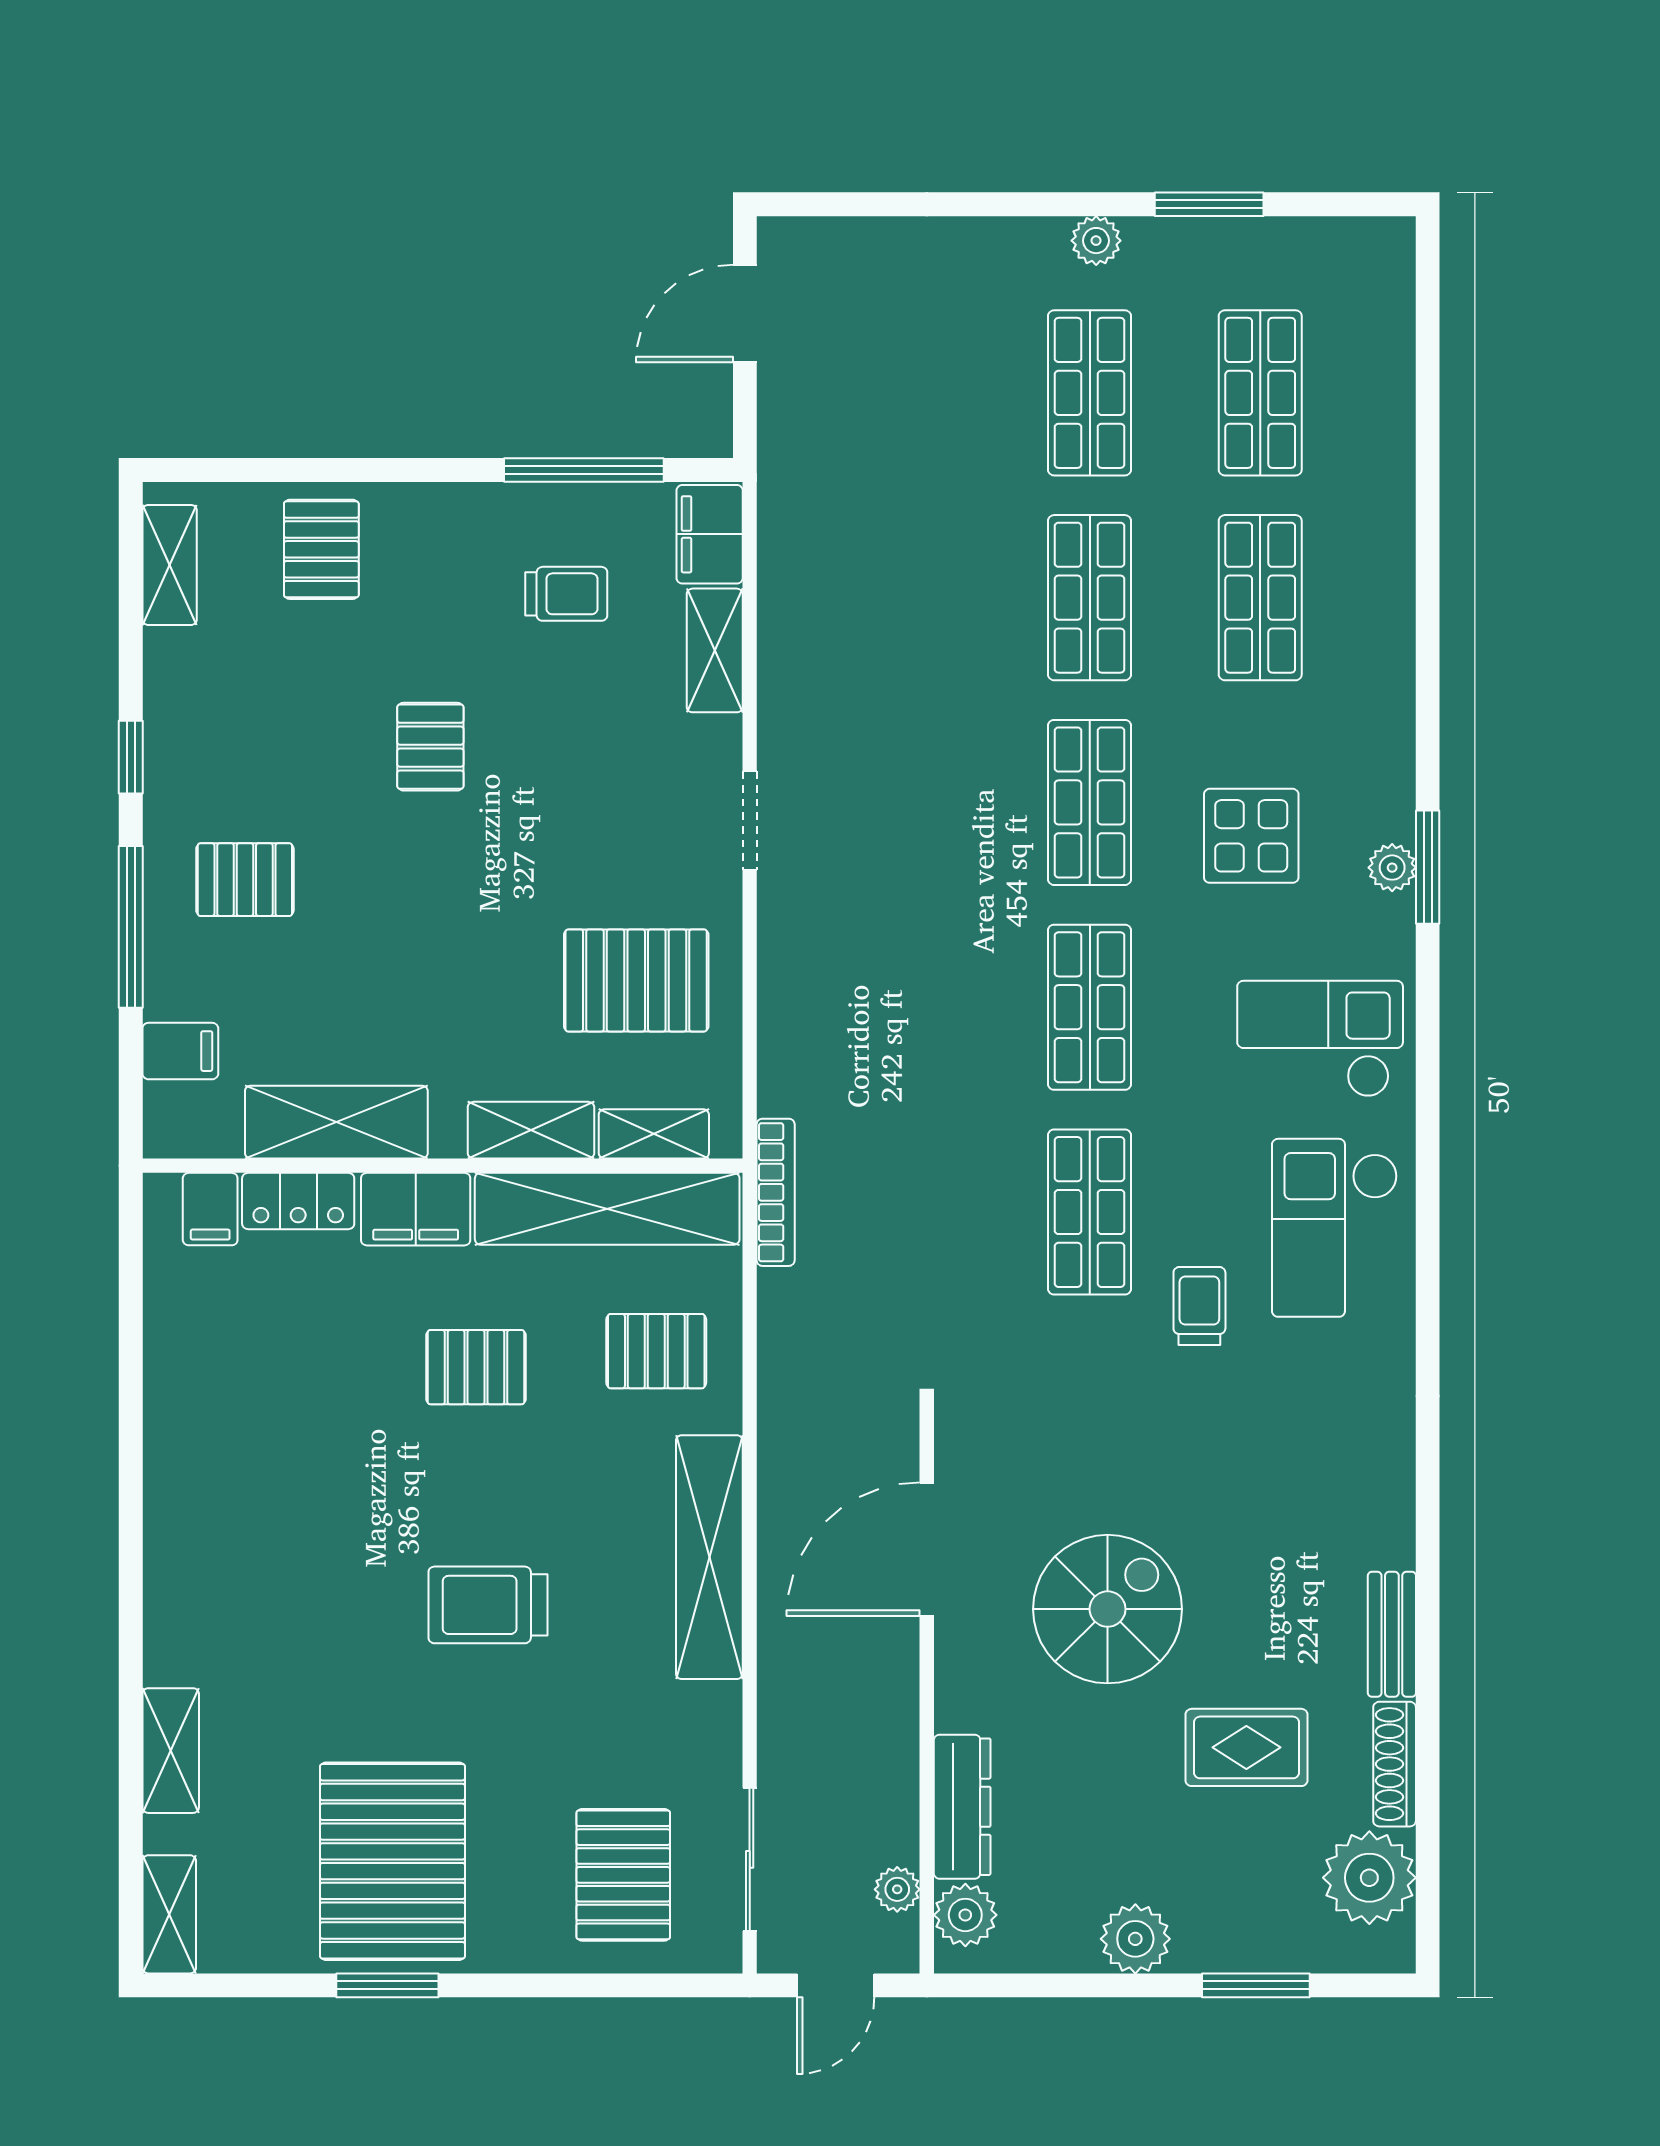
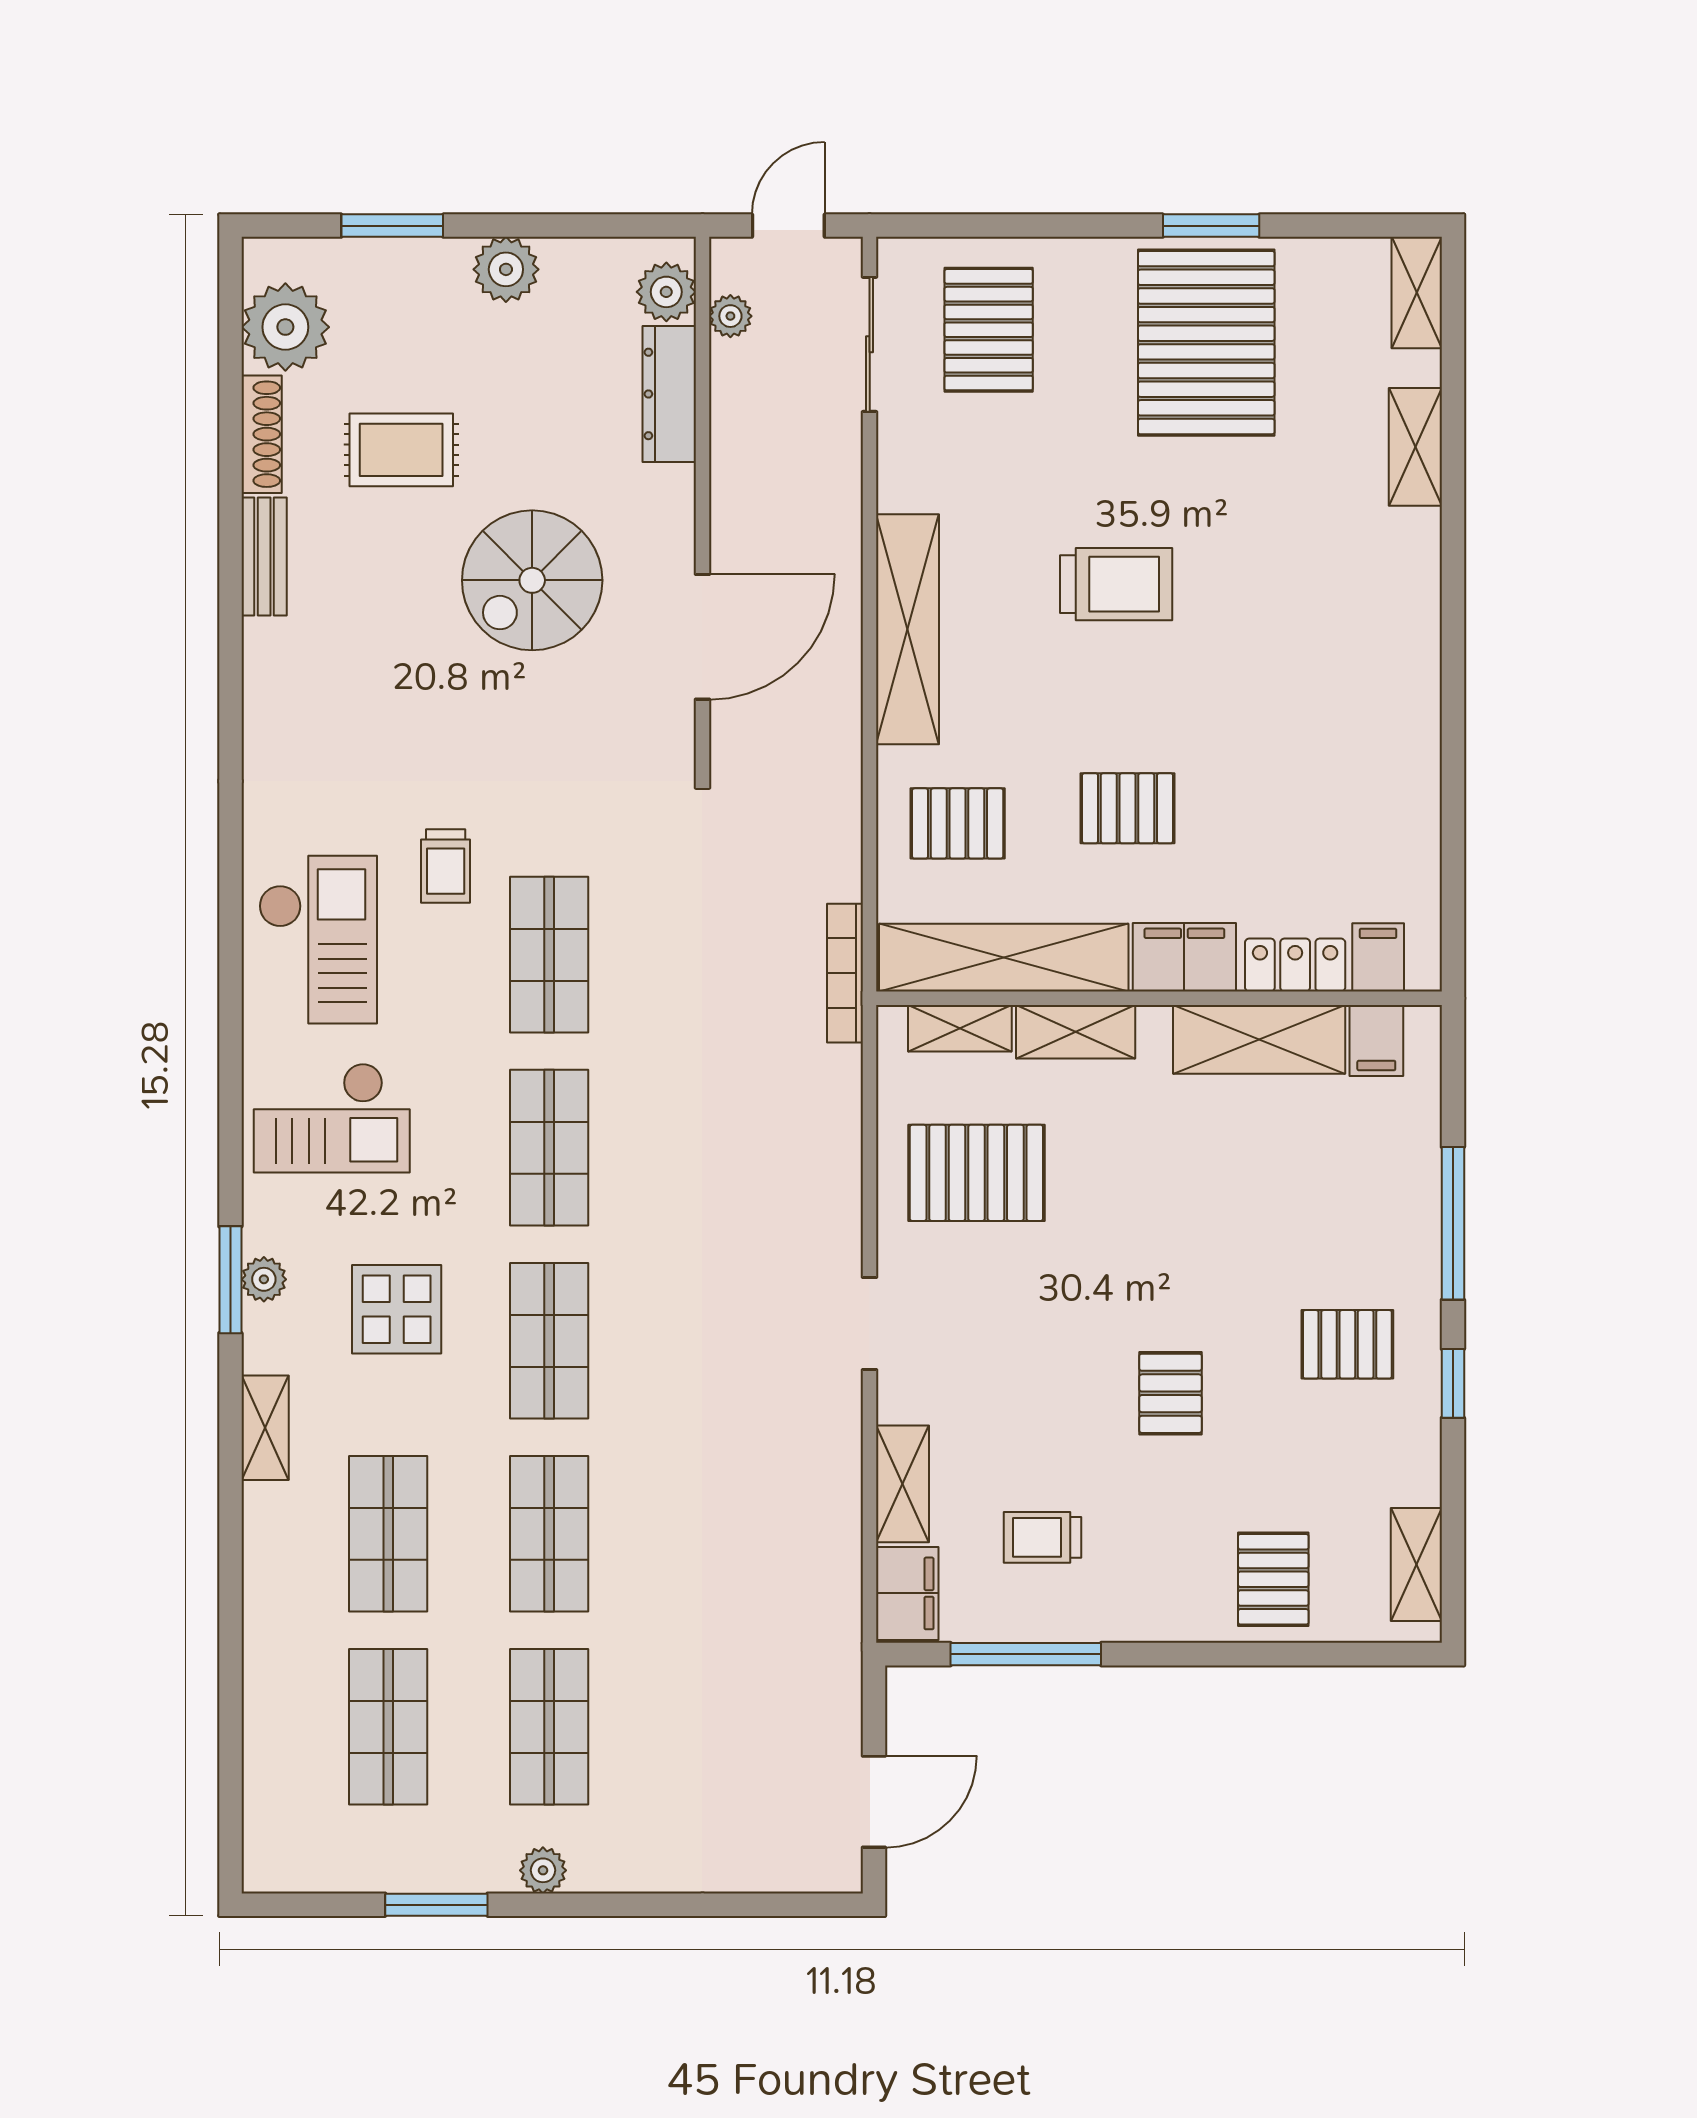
shelving: (1391, 710) -> (265, 1428), added
pallet: (245, 880) -> (1347, 1344), moved
filing cabinet: (180, 1051) -> (1376, 1041), moved, turned -90

